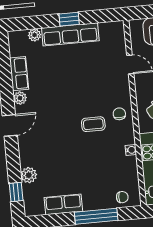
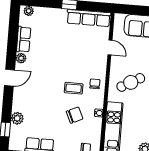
row of seats: (70, 34) -> (89, 18), moved
plant: (35, 35) -> (29, 11), moved
chair: (101, 158) -> (75, 115), added

